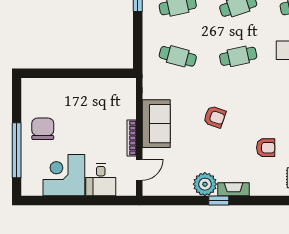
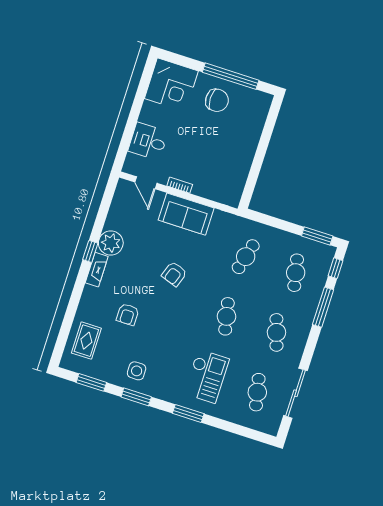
bookcase: (132, 138) -> (180, 185), width x0.64
window: (17, 150) -> (231, 76), moved
corner desk: (64, 175) -> (171, 85), moved, turned 90

